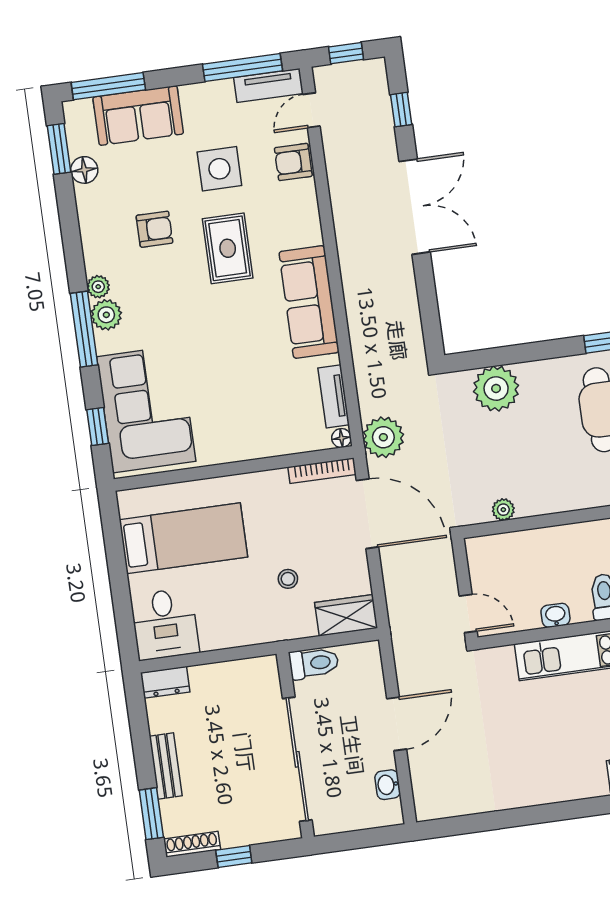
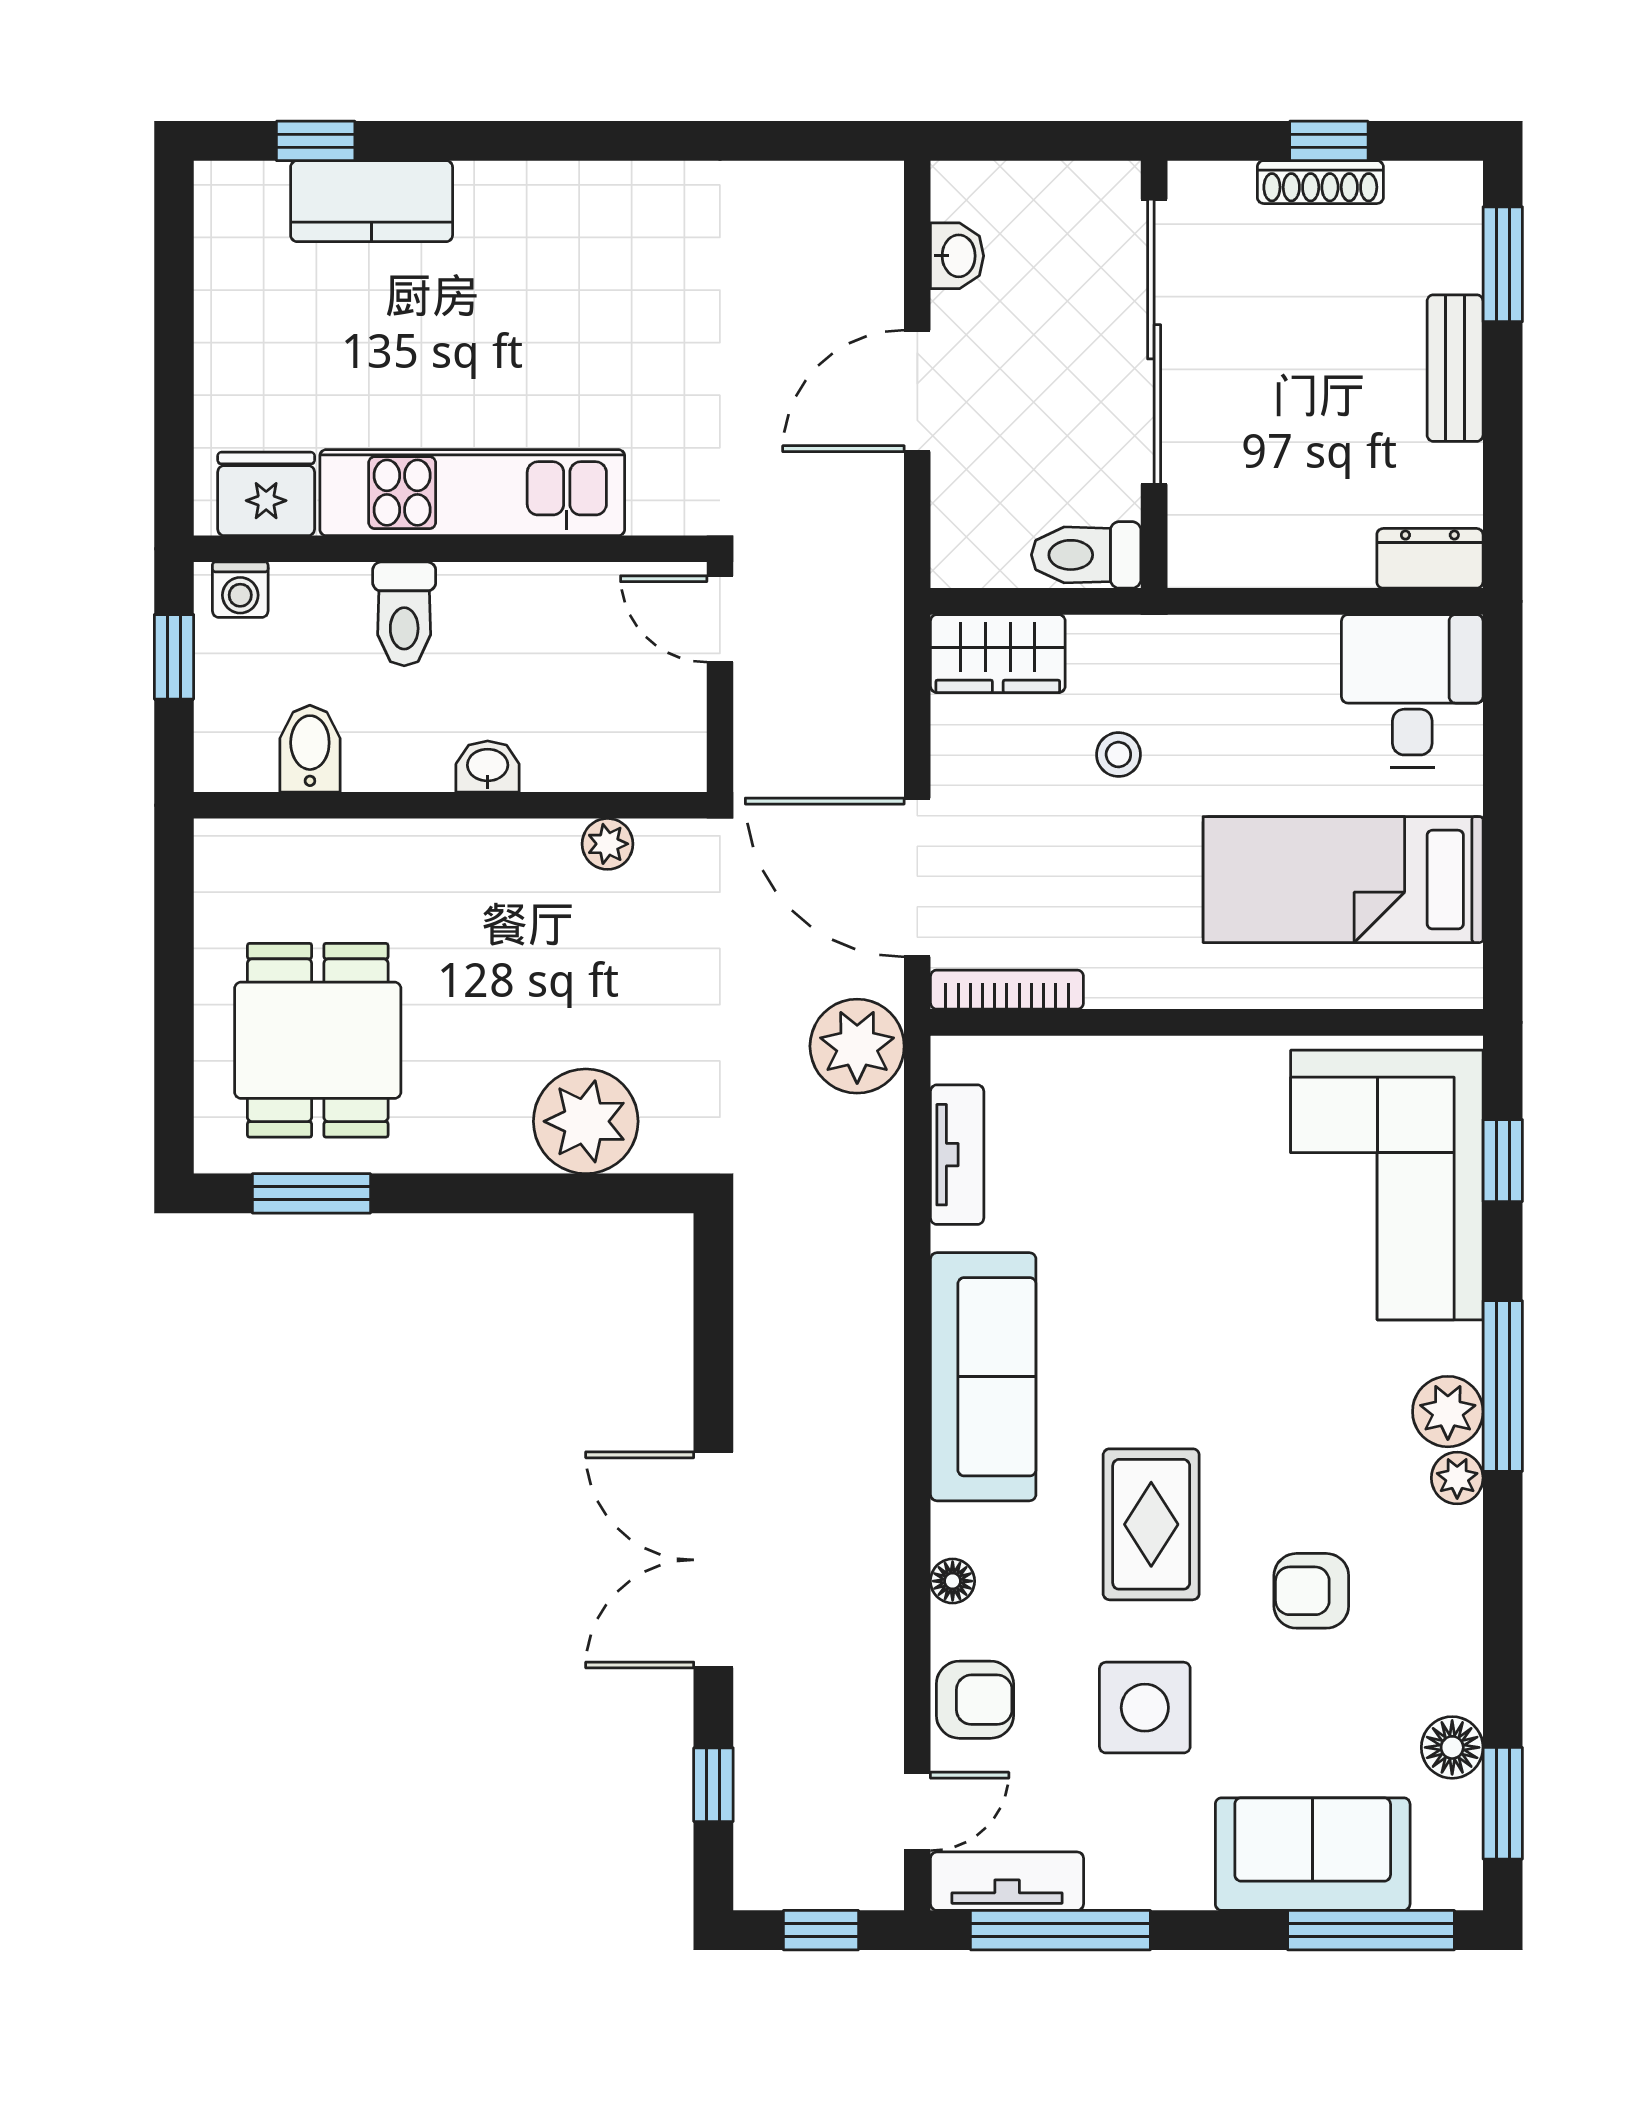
floor lamp: (341, 438) -> (953, 1581), moved
washbasin: (555, 615) -> (488, 767), moved, turned 180
shoe rack: (192, 844) -> (1320, 182), moved

